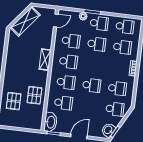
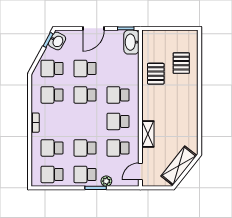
shelving: (45, 60) -> (148, 134), moved
school desk: (63, 103) -> (85, 68), moved

